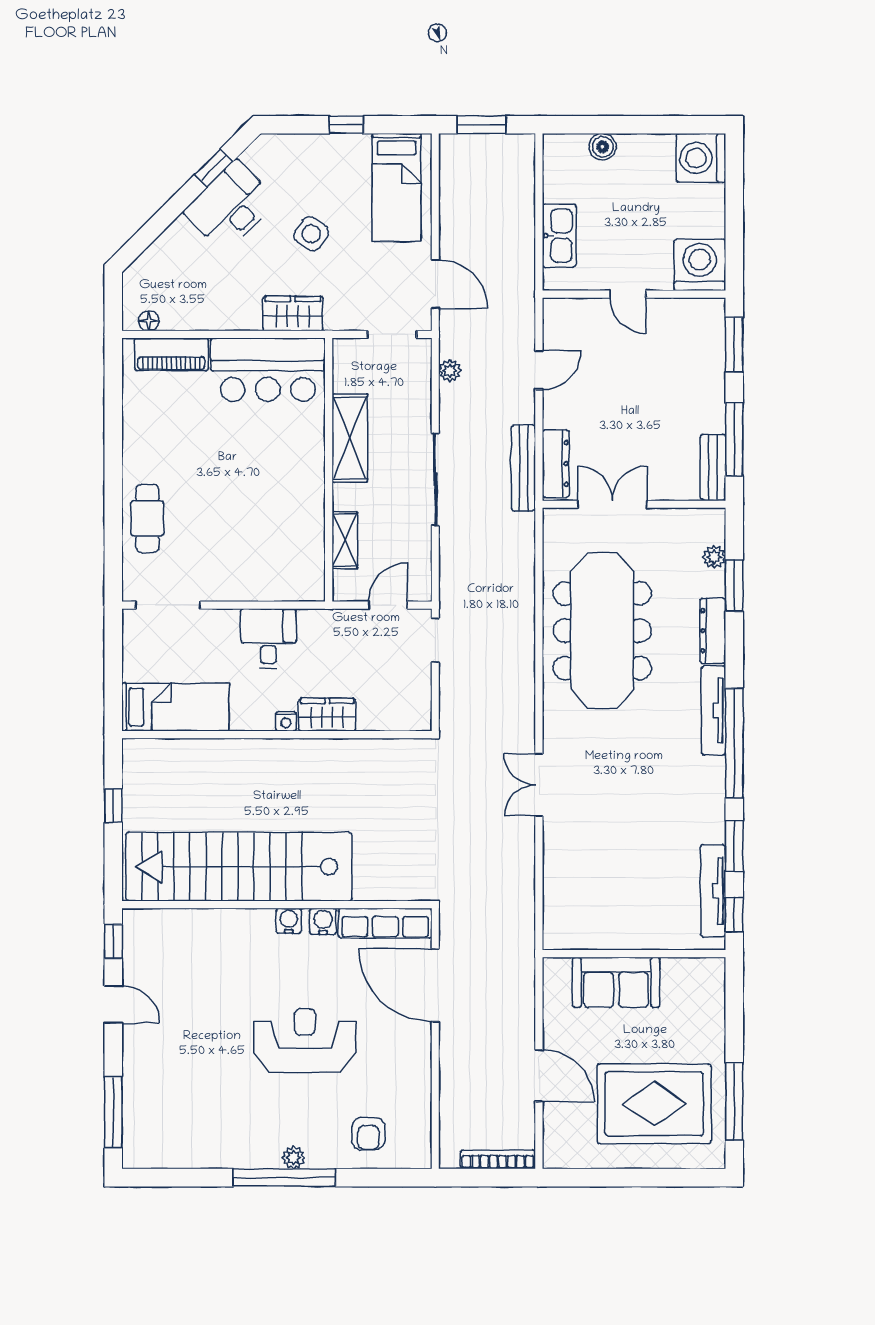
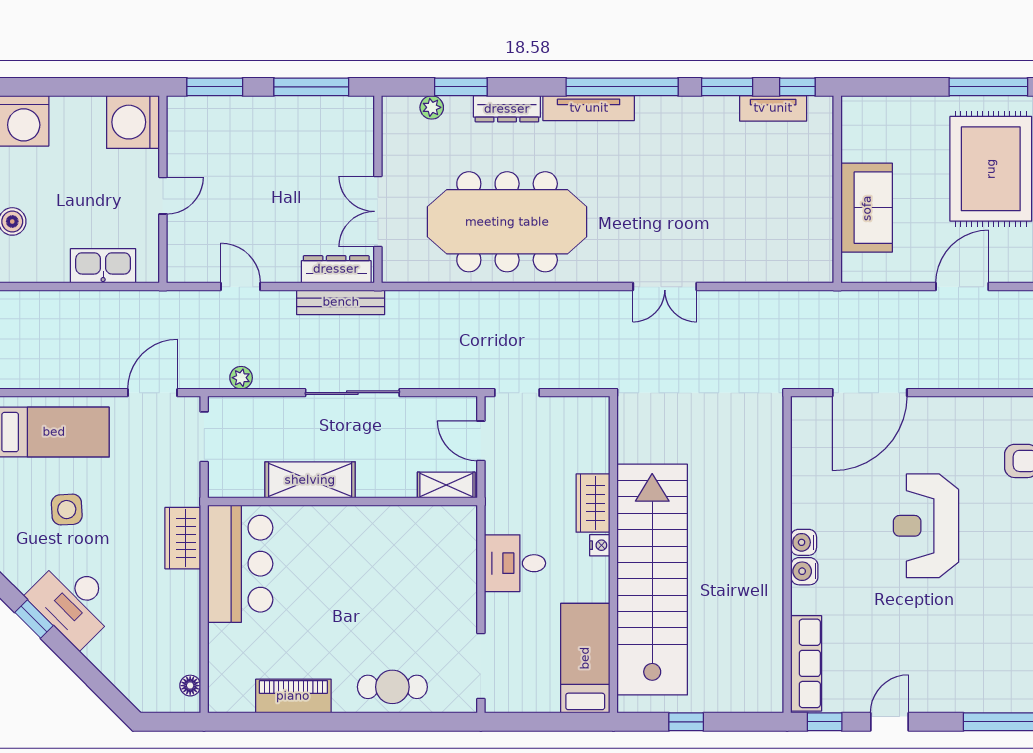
side table: (311, 234) -> (67, 510), moved, turned -37
piano: (171, 354) -> (293, 696), moved, turned -90
bench: (713, 467) -> (340, 109), removed
shelving: (345, 540) -> (446, 485), moved
stairs: (239, 867) -> (652, 580), moved, turned 180
tv unit: (713, 891) -> (773, 108), width x0.71
water cooler: (323, 921) -> (804, 571), moved
row of seats: (385, 923) -> (806, 663), moved

